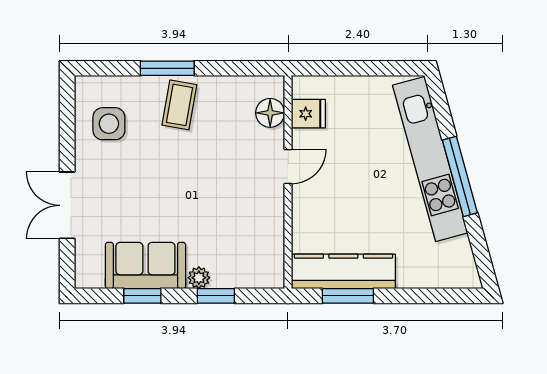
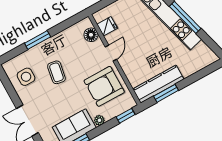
coffee table: (179, 105) -> (56, 72), moved
armchair: (242, 221) -> (104, 86), added
window: (216, 296) -> (126, 116), moved

